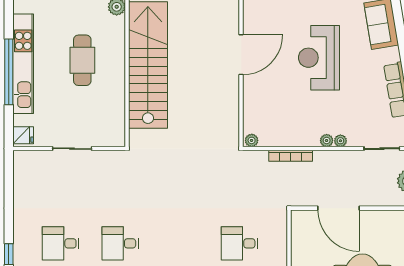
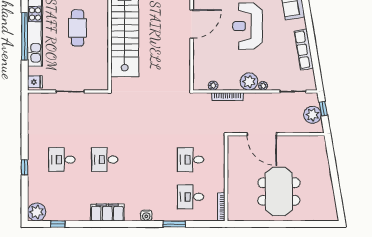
plant: (252, 140) -> (213, 86), moved
plant: (327, 141) -> (249, 82), width x1.88, depth x1.88

